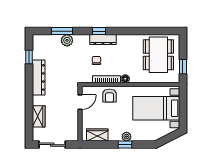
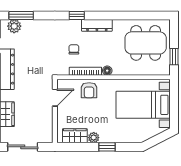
window: (62, 31) -> (21, 15), moved
plant: (67, 40) -> (14, 26), moved
dresser: (103, 40) -> (97, 25), moved
dining table: (158, 55) -> (146, 43), turned 90
plant: (126, 137) -> (94, 138), moved

